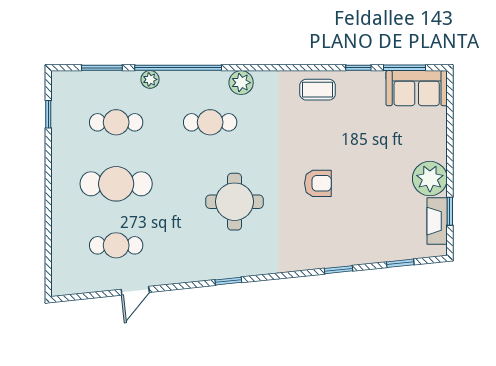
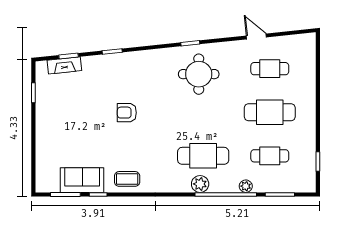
plant: (241, 83) -> (200, 184), moved
sofa: (417, 88) -> (82, 180), moved
cafe table: (210, 122) -> (203, 156), width x1.37, depth x1.35
plant: (430, 179) -> (48, 116), removed
round table: (234, 202) -> (199, 74), moved
fireplace: (437, 221) -> (64, 65), moved, turned 84
door: (135, 291) -> (256, 36), hinge flipped

